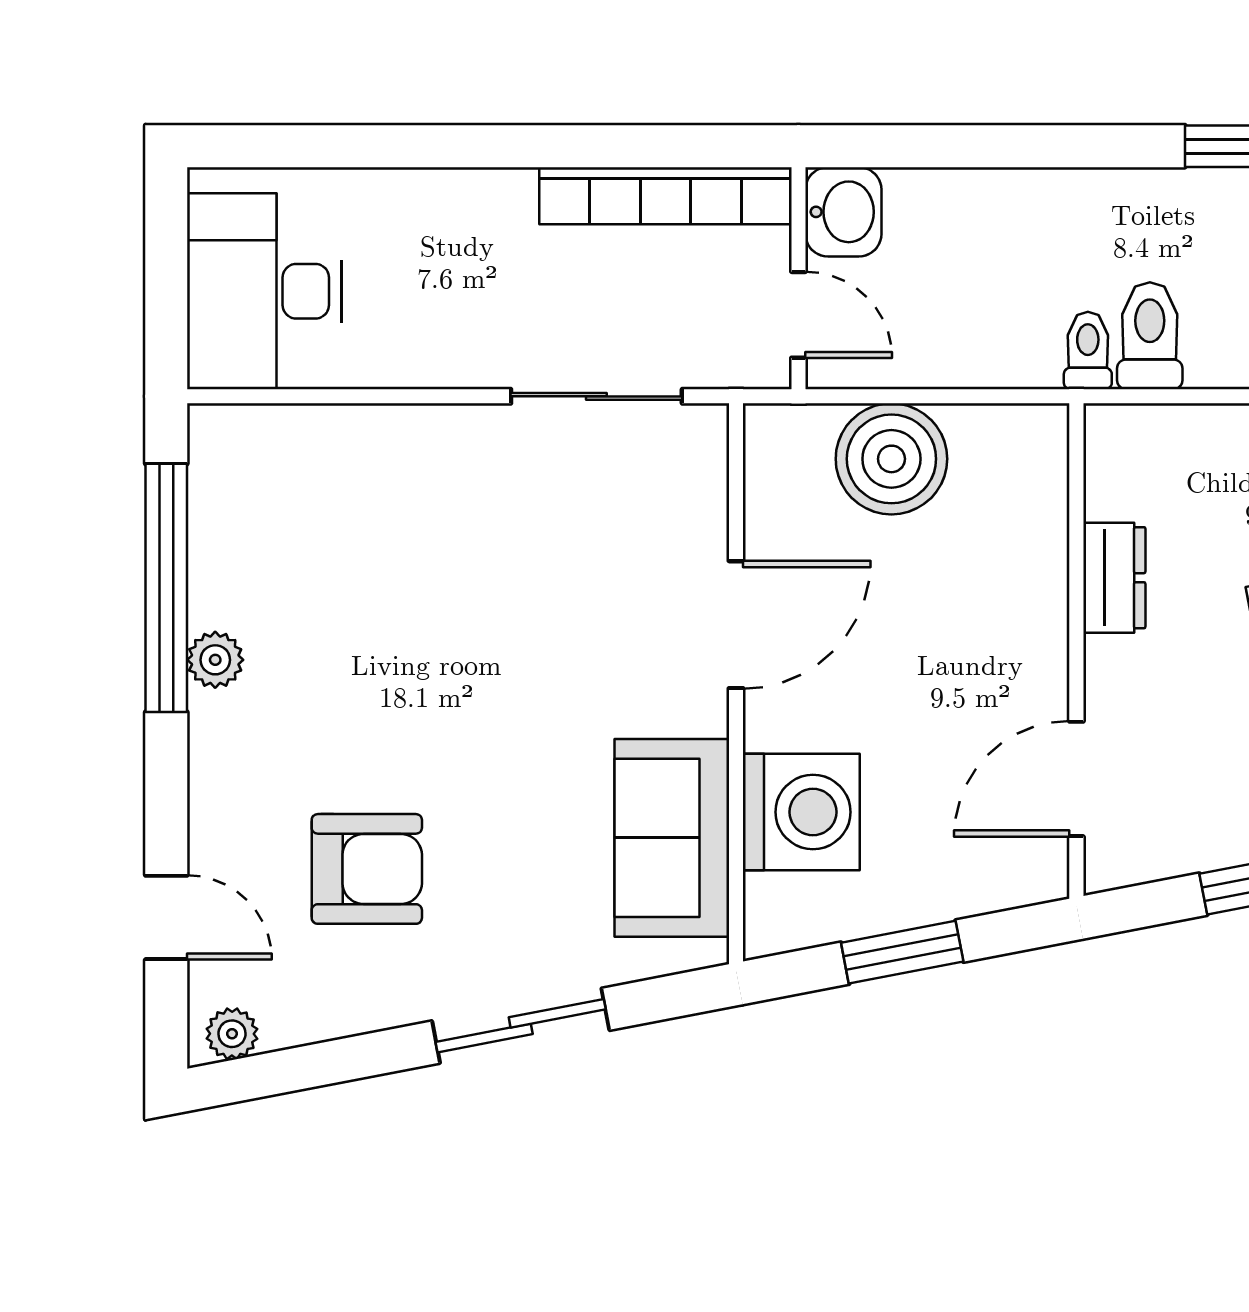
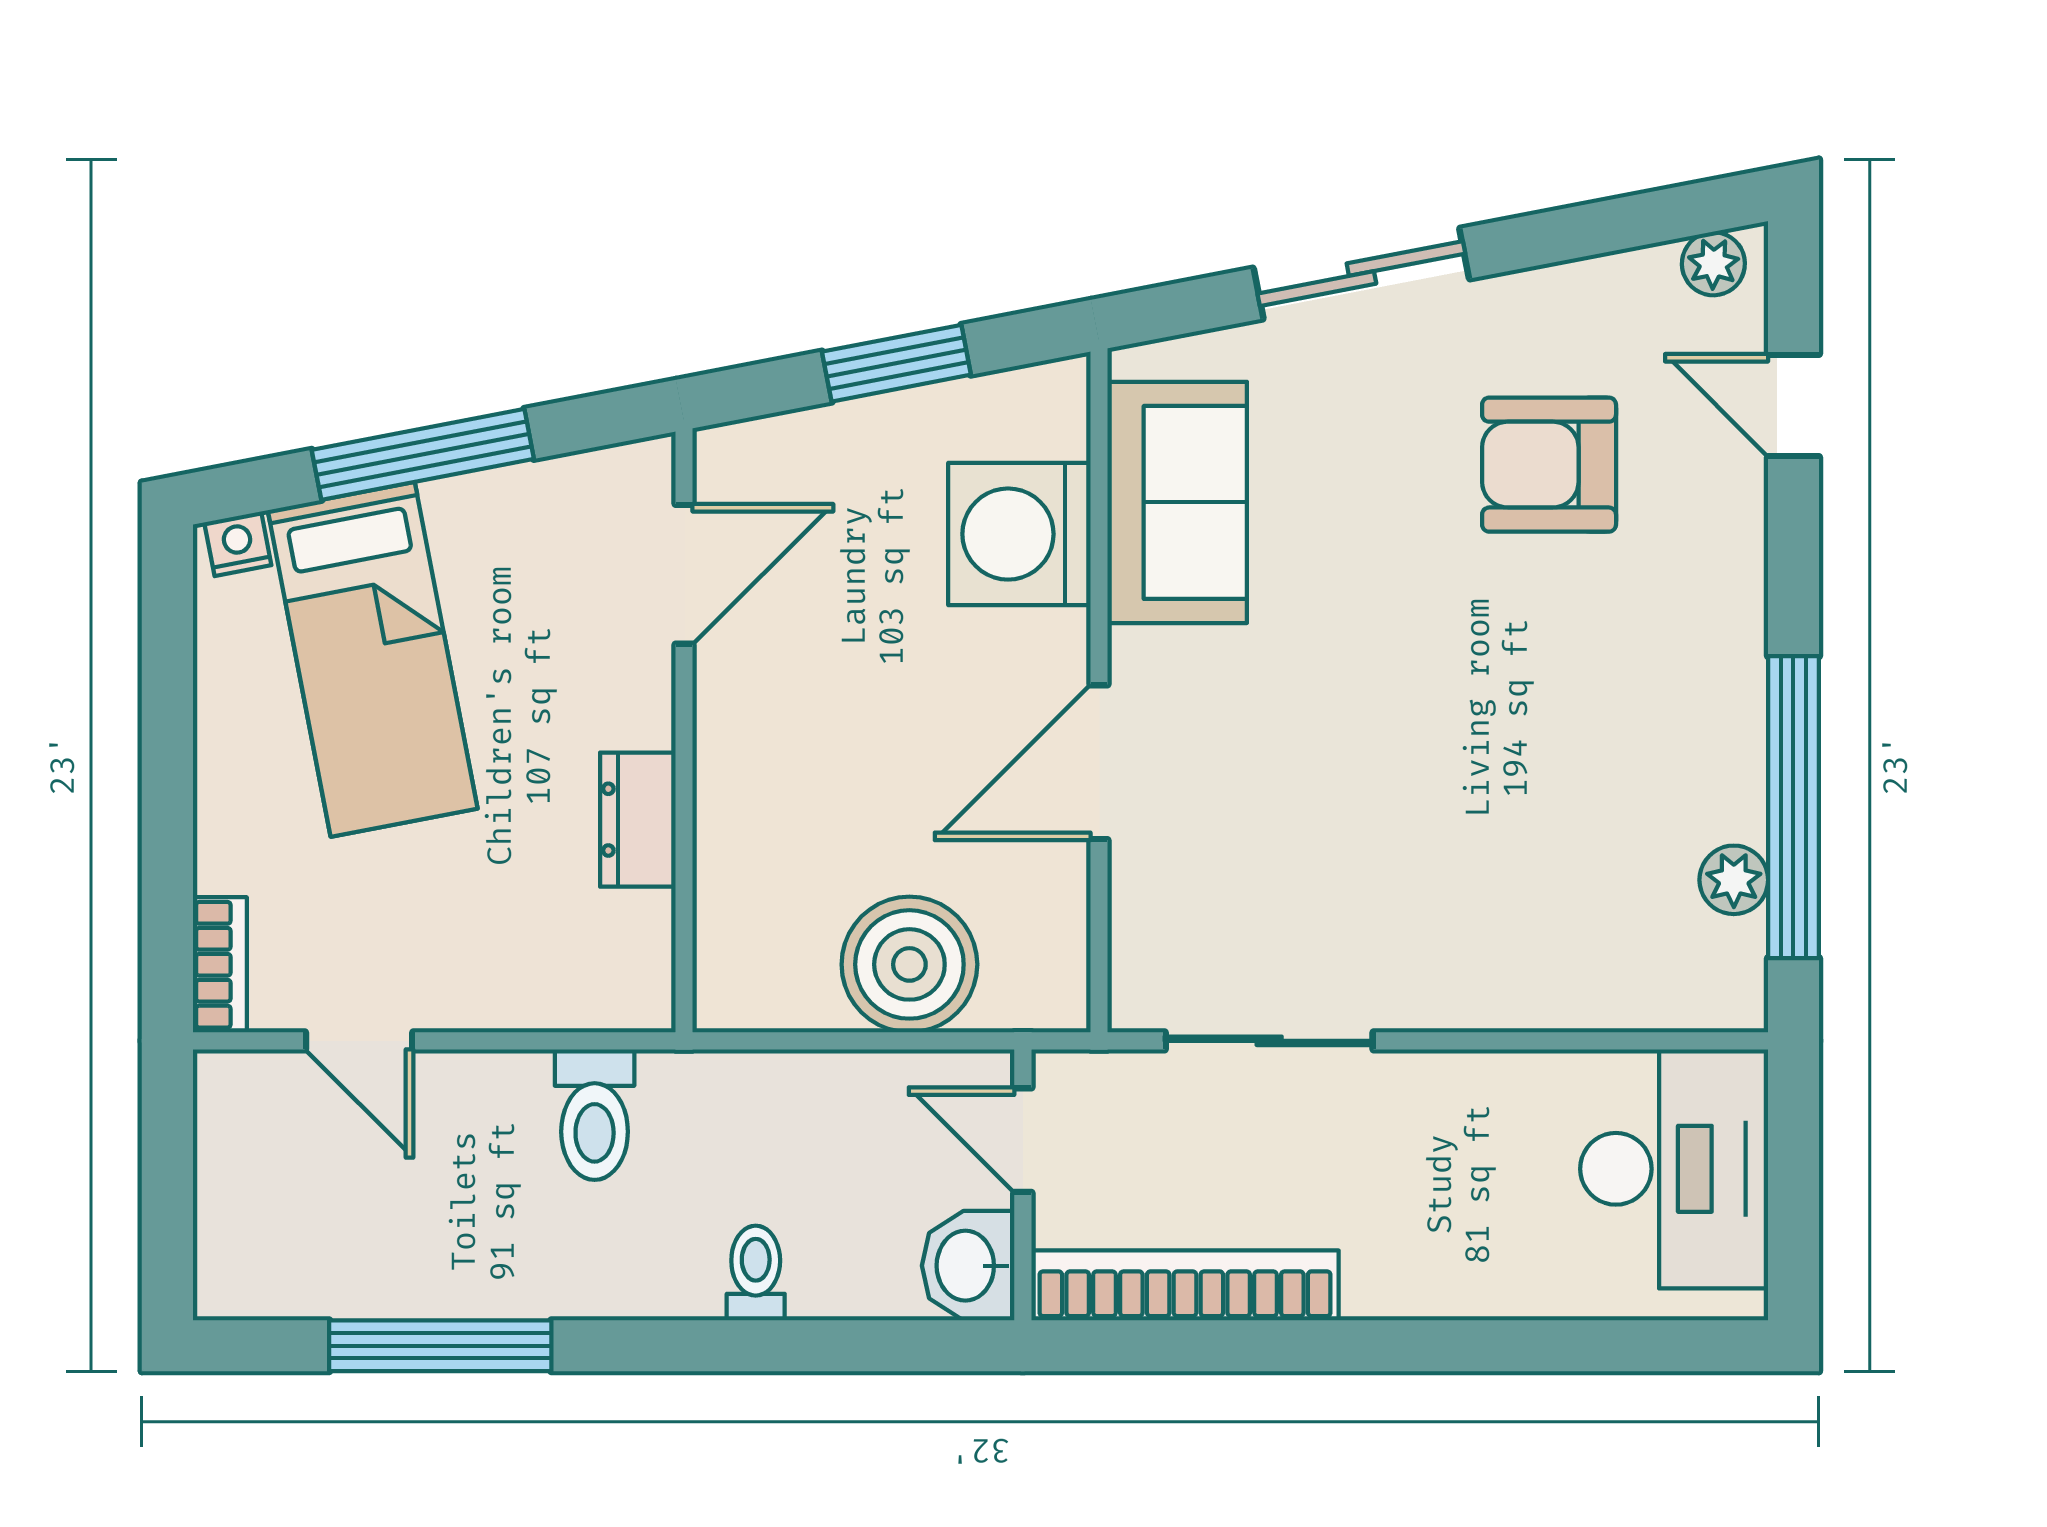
toilet: (1088, 351) -> (756, 1273), moved, turned 180
plant: (215, 660) -> (1734, 880), moved

